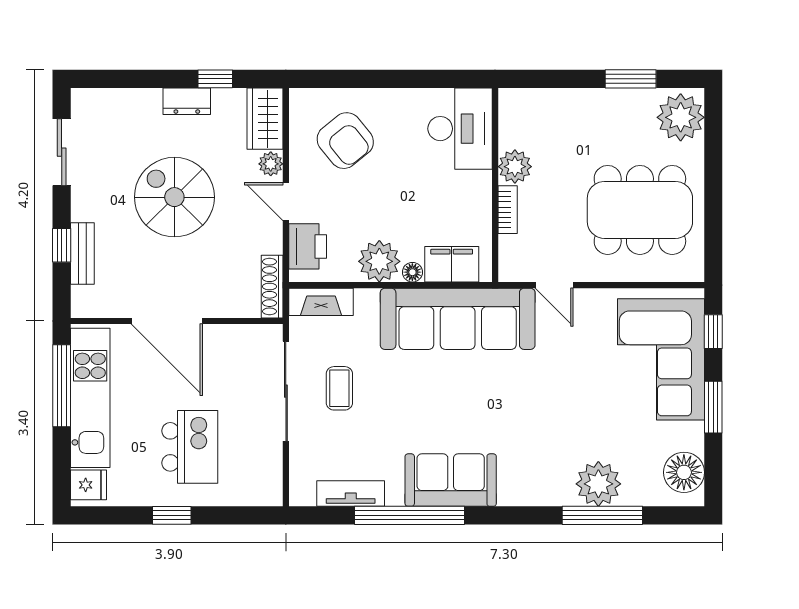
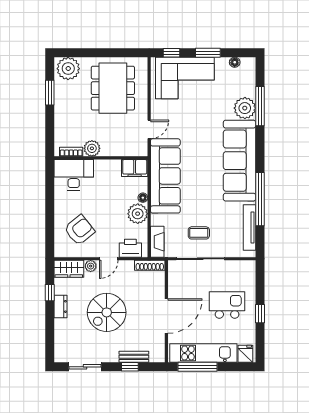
bookcase: (508, 210) -> (71, 152), moved
filing cabinet: (452, 264) -> (135, 168), moved, turned -90
floor lamp: (684, 472) -> (235, 62), width x0.53, depth x0.53
sofa: (451, 480) -> (240, 161), width x1.85, depth x1.27
tv unit: (351, 493) -> (249, 227), width x1.41

